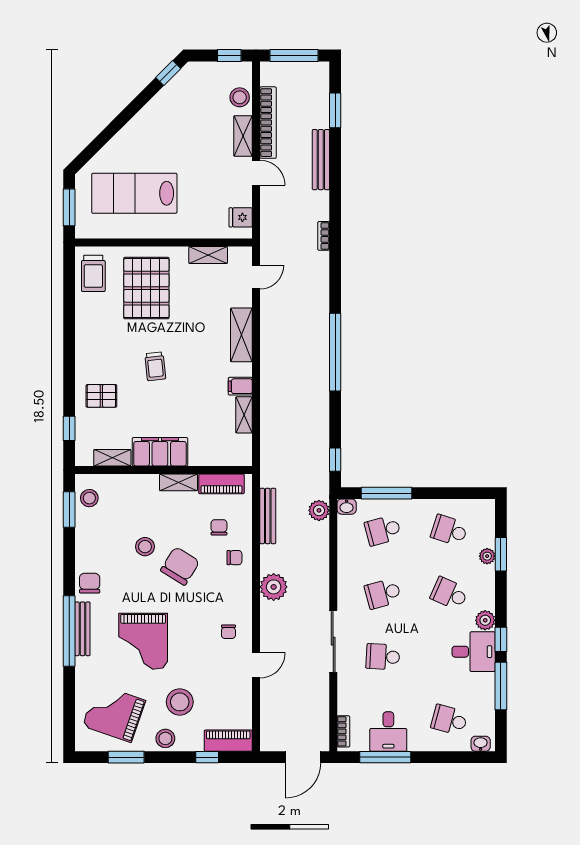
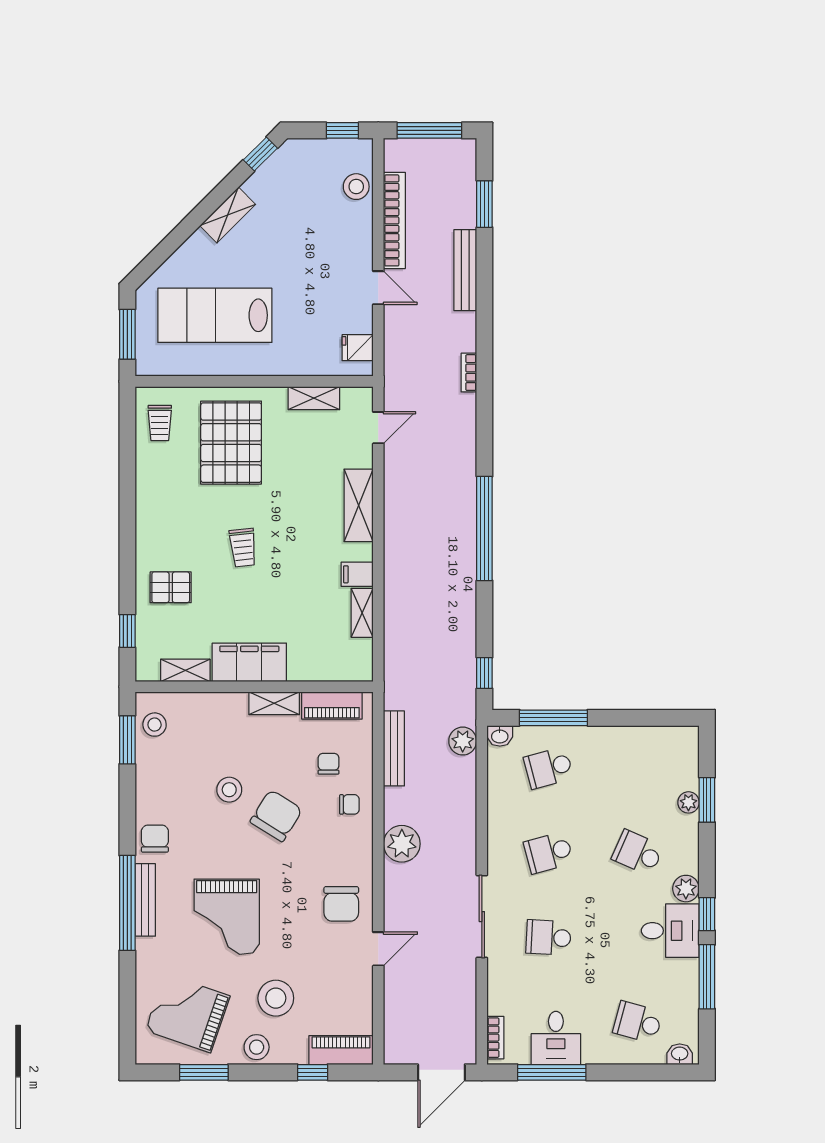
shelving: (243, 136) -> (228, 215), moved, turned 45
trolley: (93, 273) -> (160, 423), width x0.73, depth x0.72
school desk: (449, 530) -> (638, 768), removed
chair: (228, 632) -> (341, 904), width x1.87, depth x1.87

